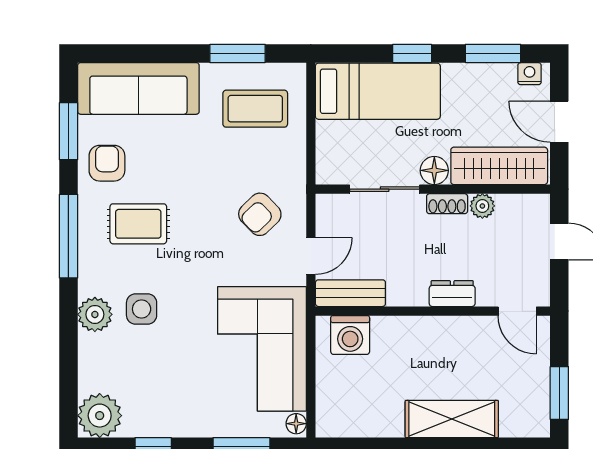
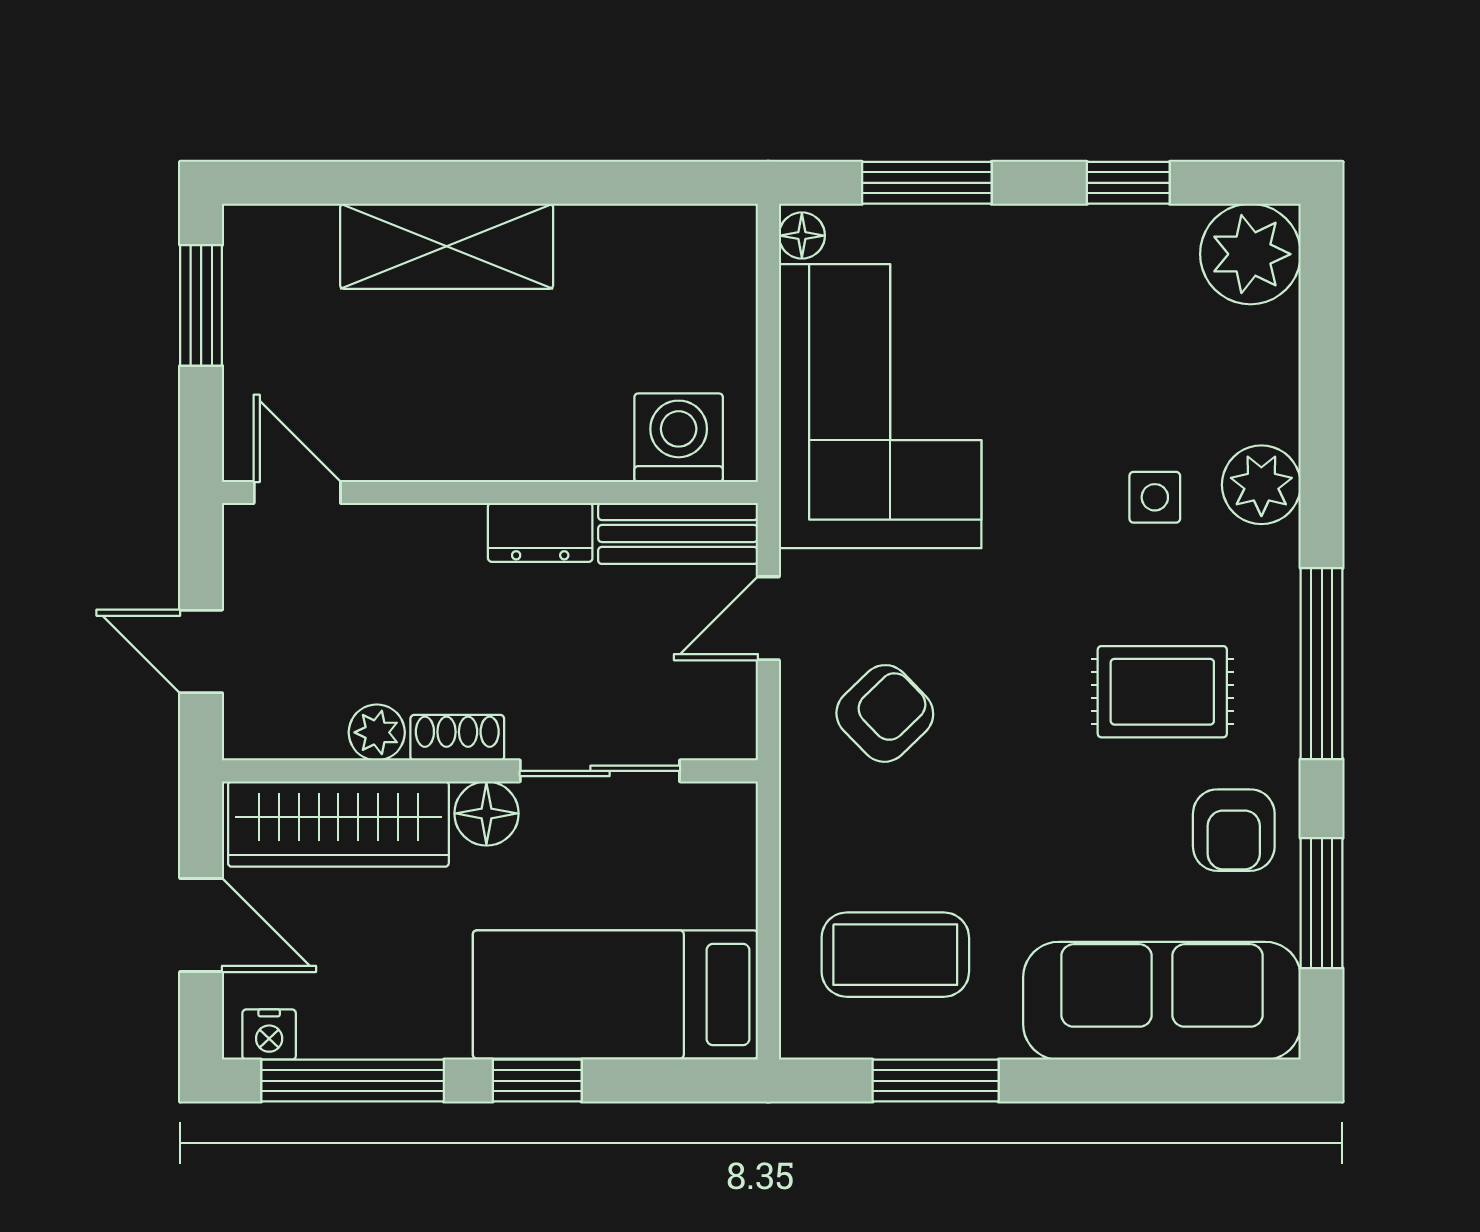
window: (493, 53) -> (353, 1081), width x1.44
dresser: (452, 294) -> (540, 532), moved
side table: (142, 309) -> (1155, 497), width x0.73, depth x0.73

